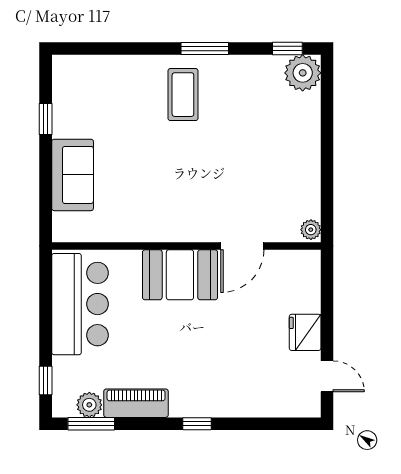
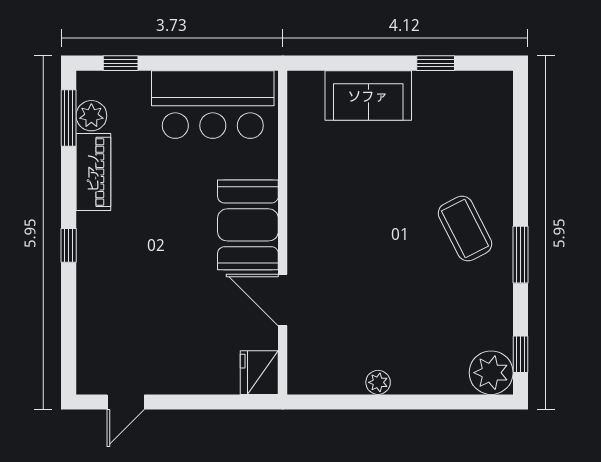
coffee table: (183, 95) -> (465, 229), turned 63
plant: (311, 230) -> (378, 382), moved
fridge: (305, 332) -> (259, 373), moved, turned -90

